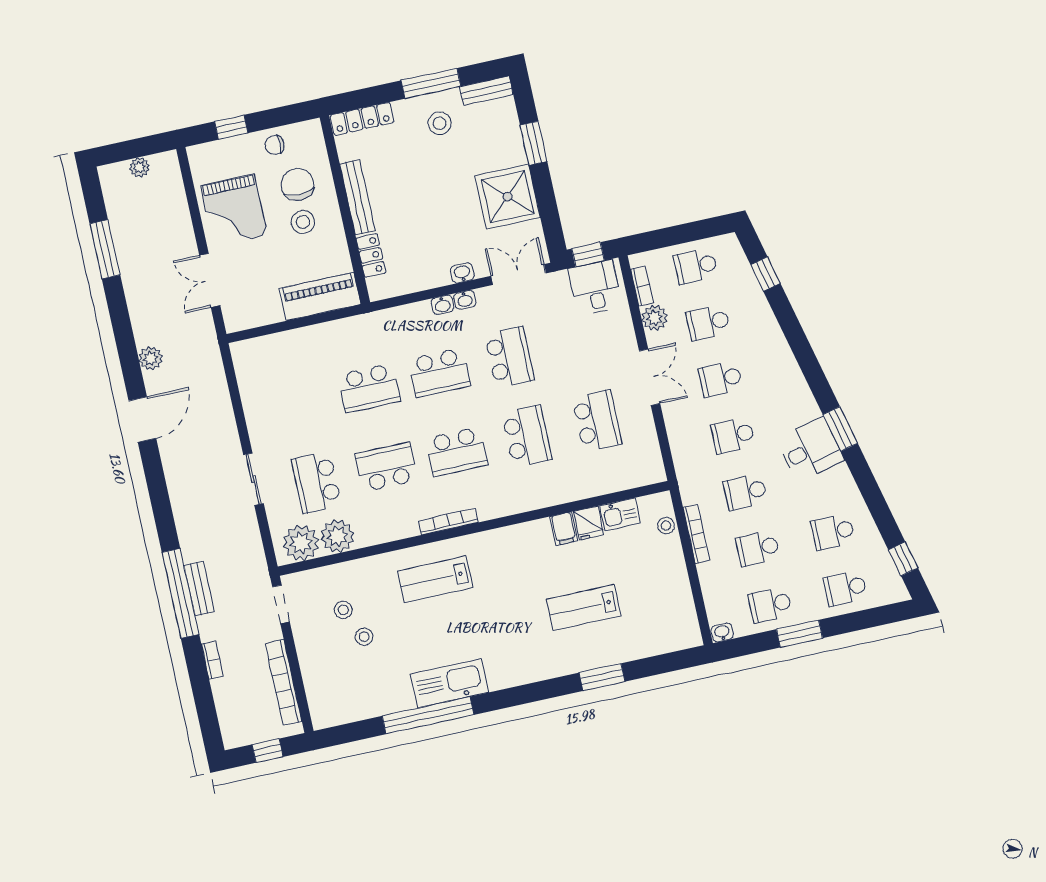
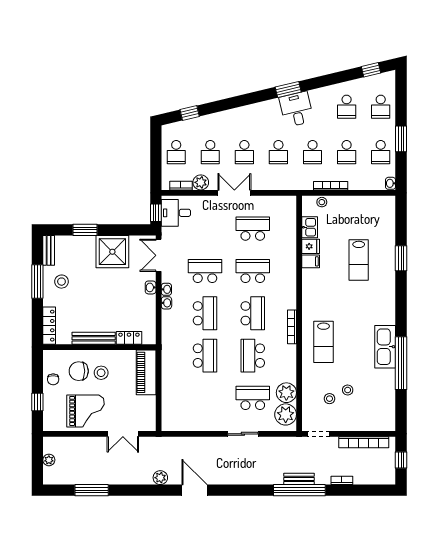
school desk: (316, 482) -> (253, 398), turned 180

